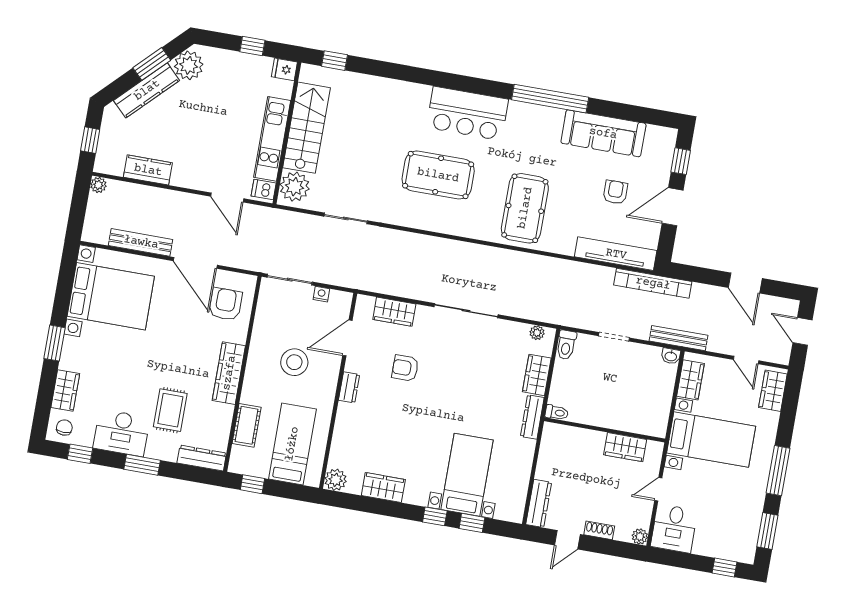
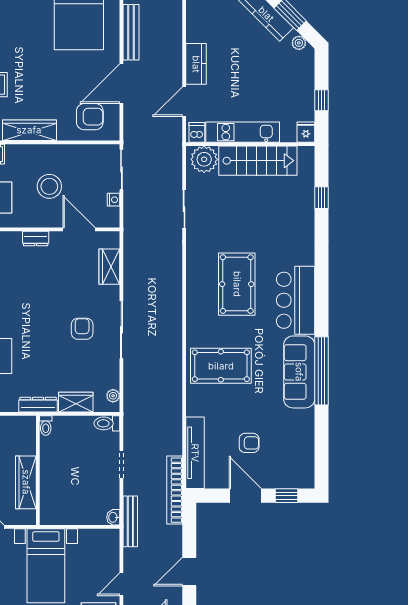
window: (335, 61) -> (321, 198), moved
plant: (189, 65) -> (299, 43), width x0.53, depth x0.53
sofa: (603, 133) -> (299, 372), moved
kitchen counter: (148, 170) -> (196, 64), moved
armchair: (405, 368) -> (82, 329), moved
wardrobe: (690, 380) -> (95, 538), removed
wardrobe: (625, 447) -> (26, 482), width x1.50

